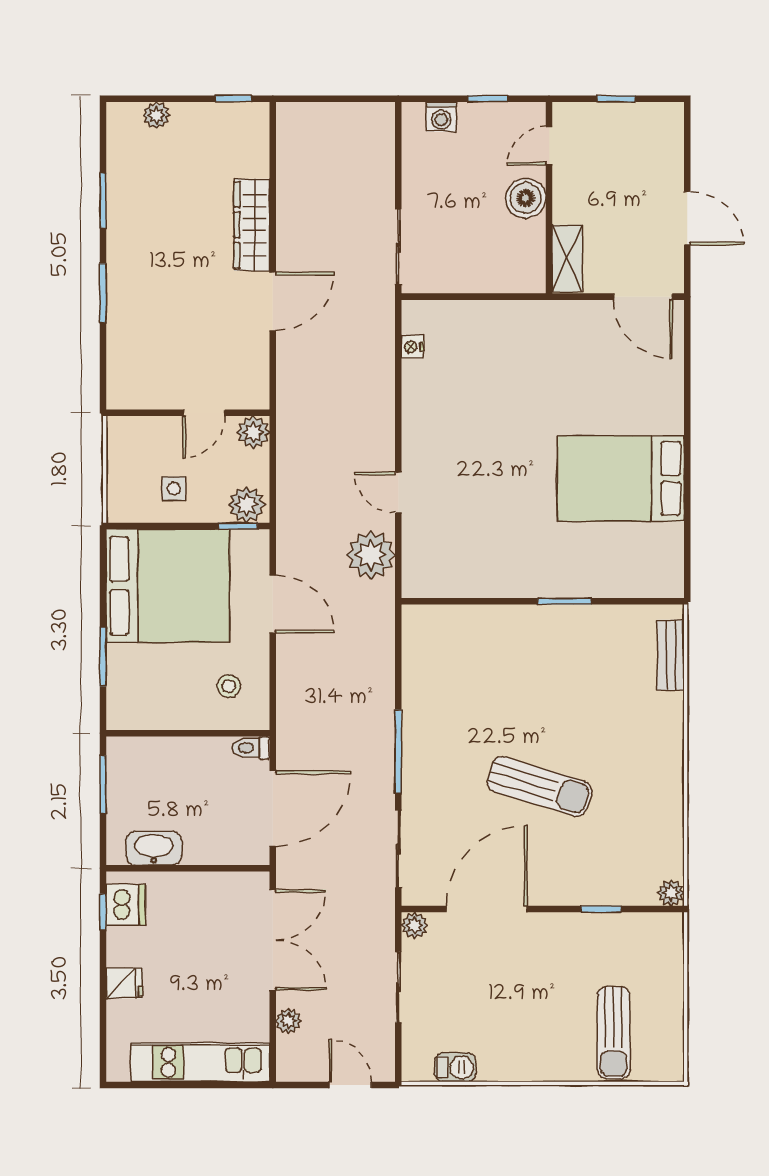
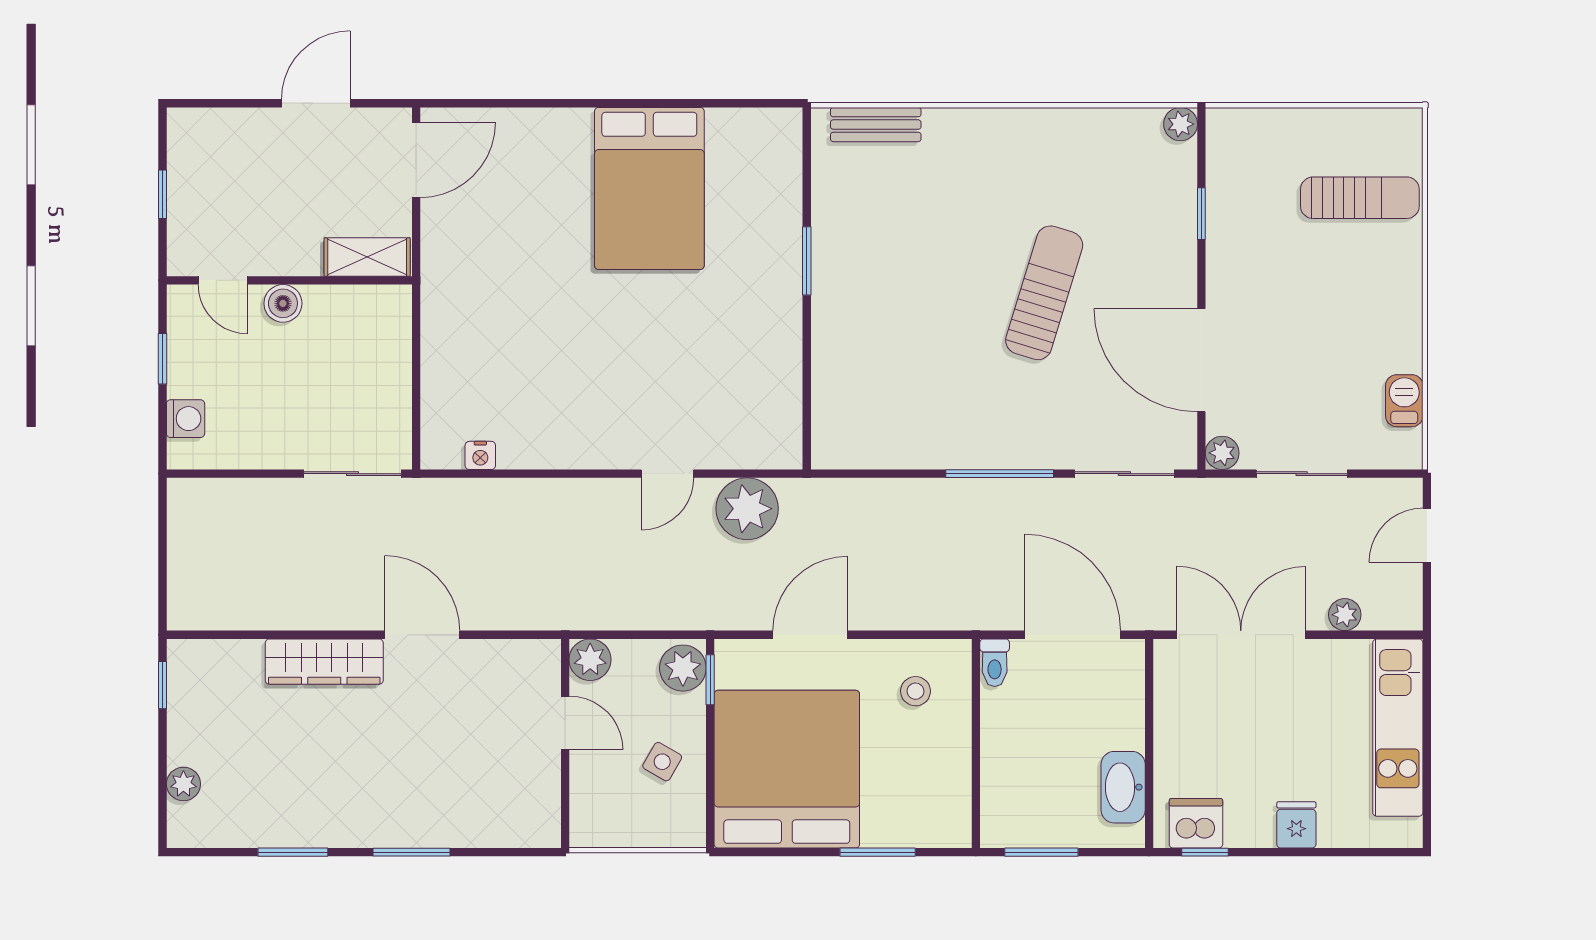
boiler: (526, 198) -> (283, 303), width x0.73, depth x0.73
side table: (174, 489) -> (662, 762), turned 30

